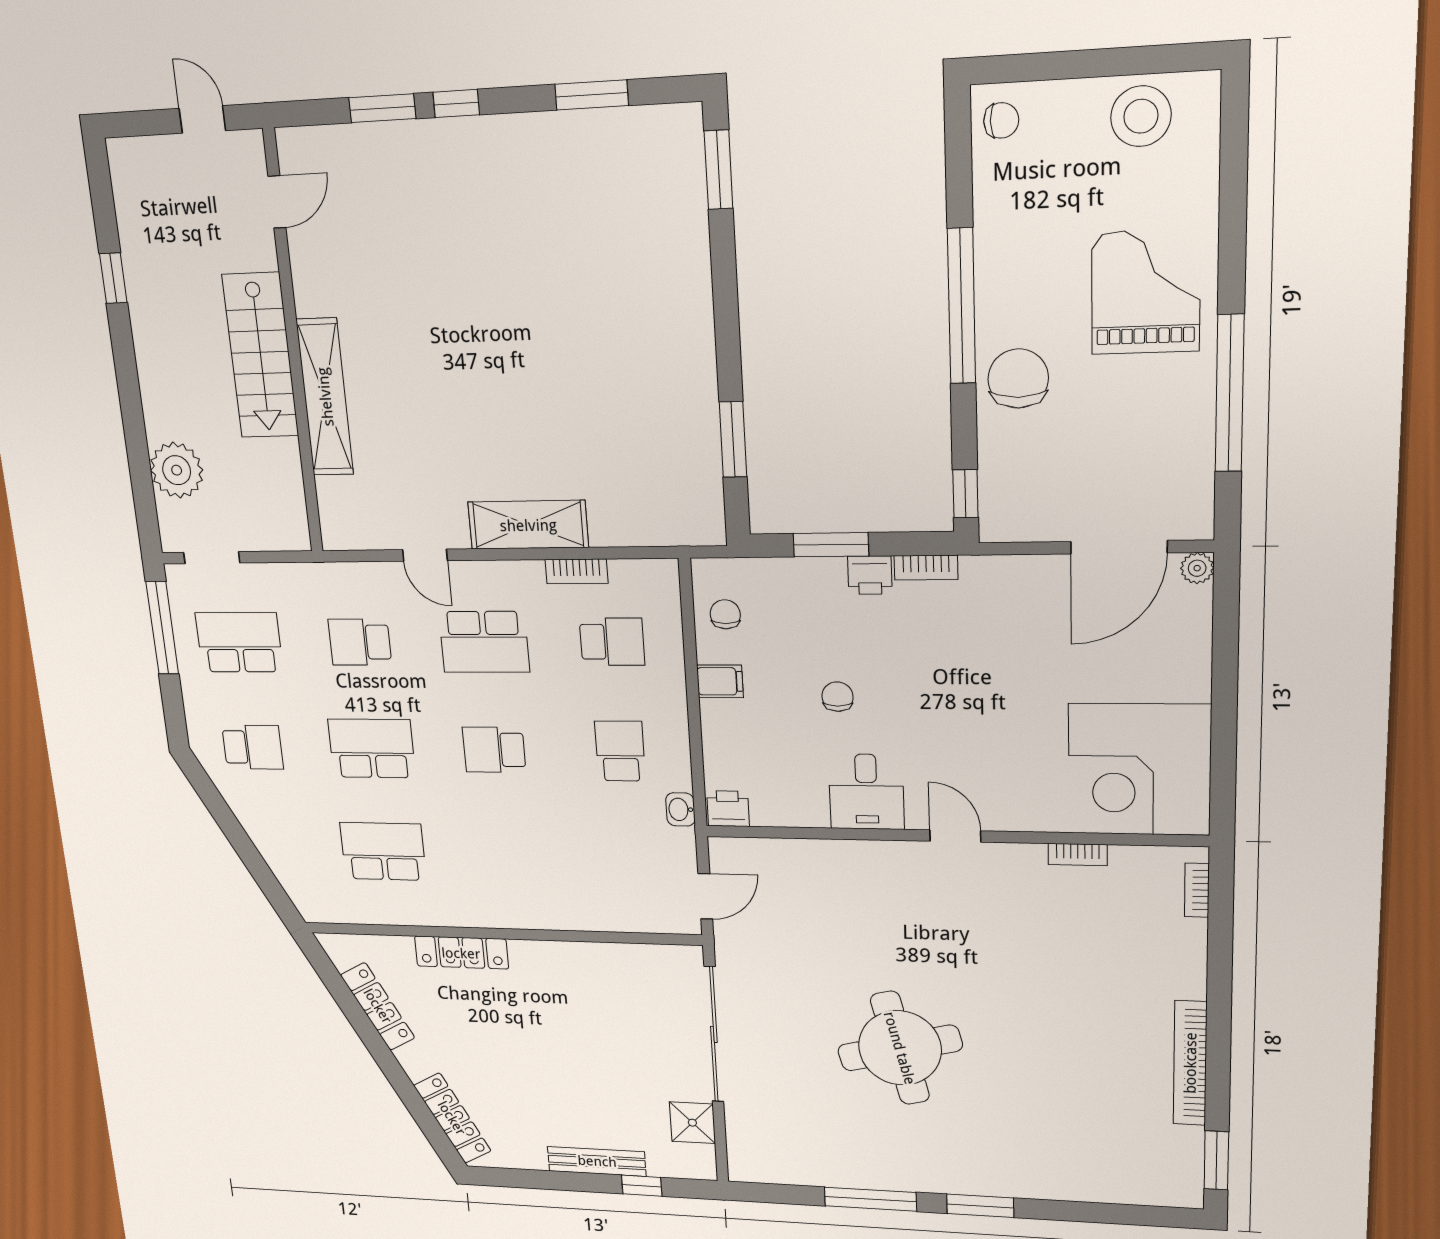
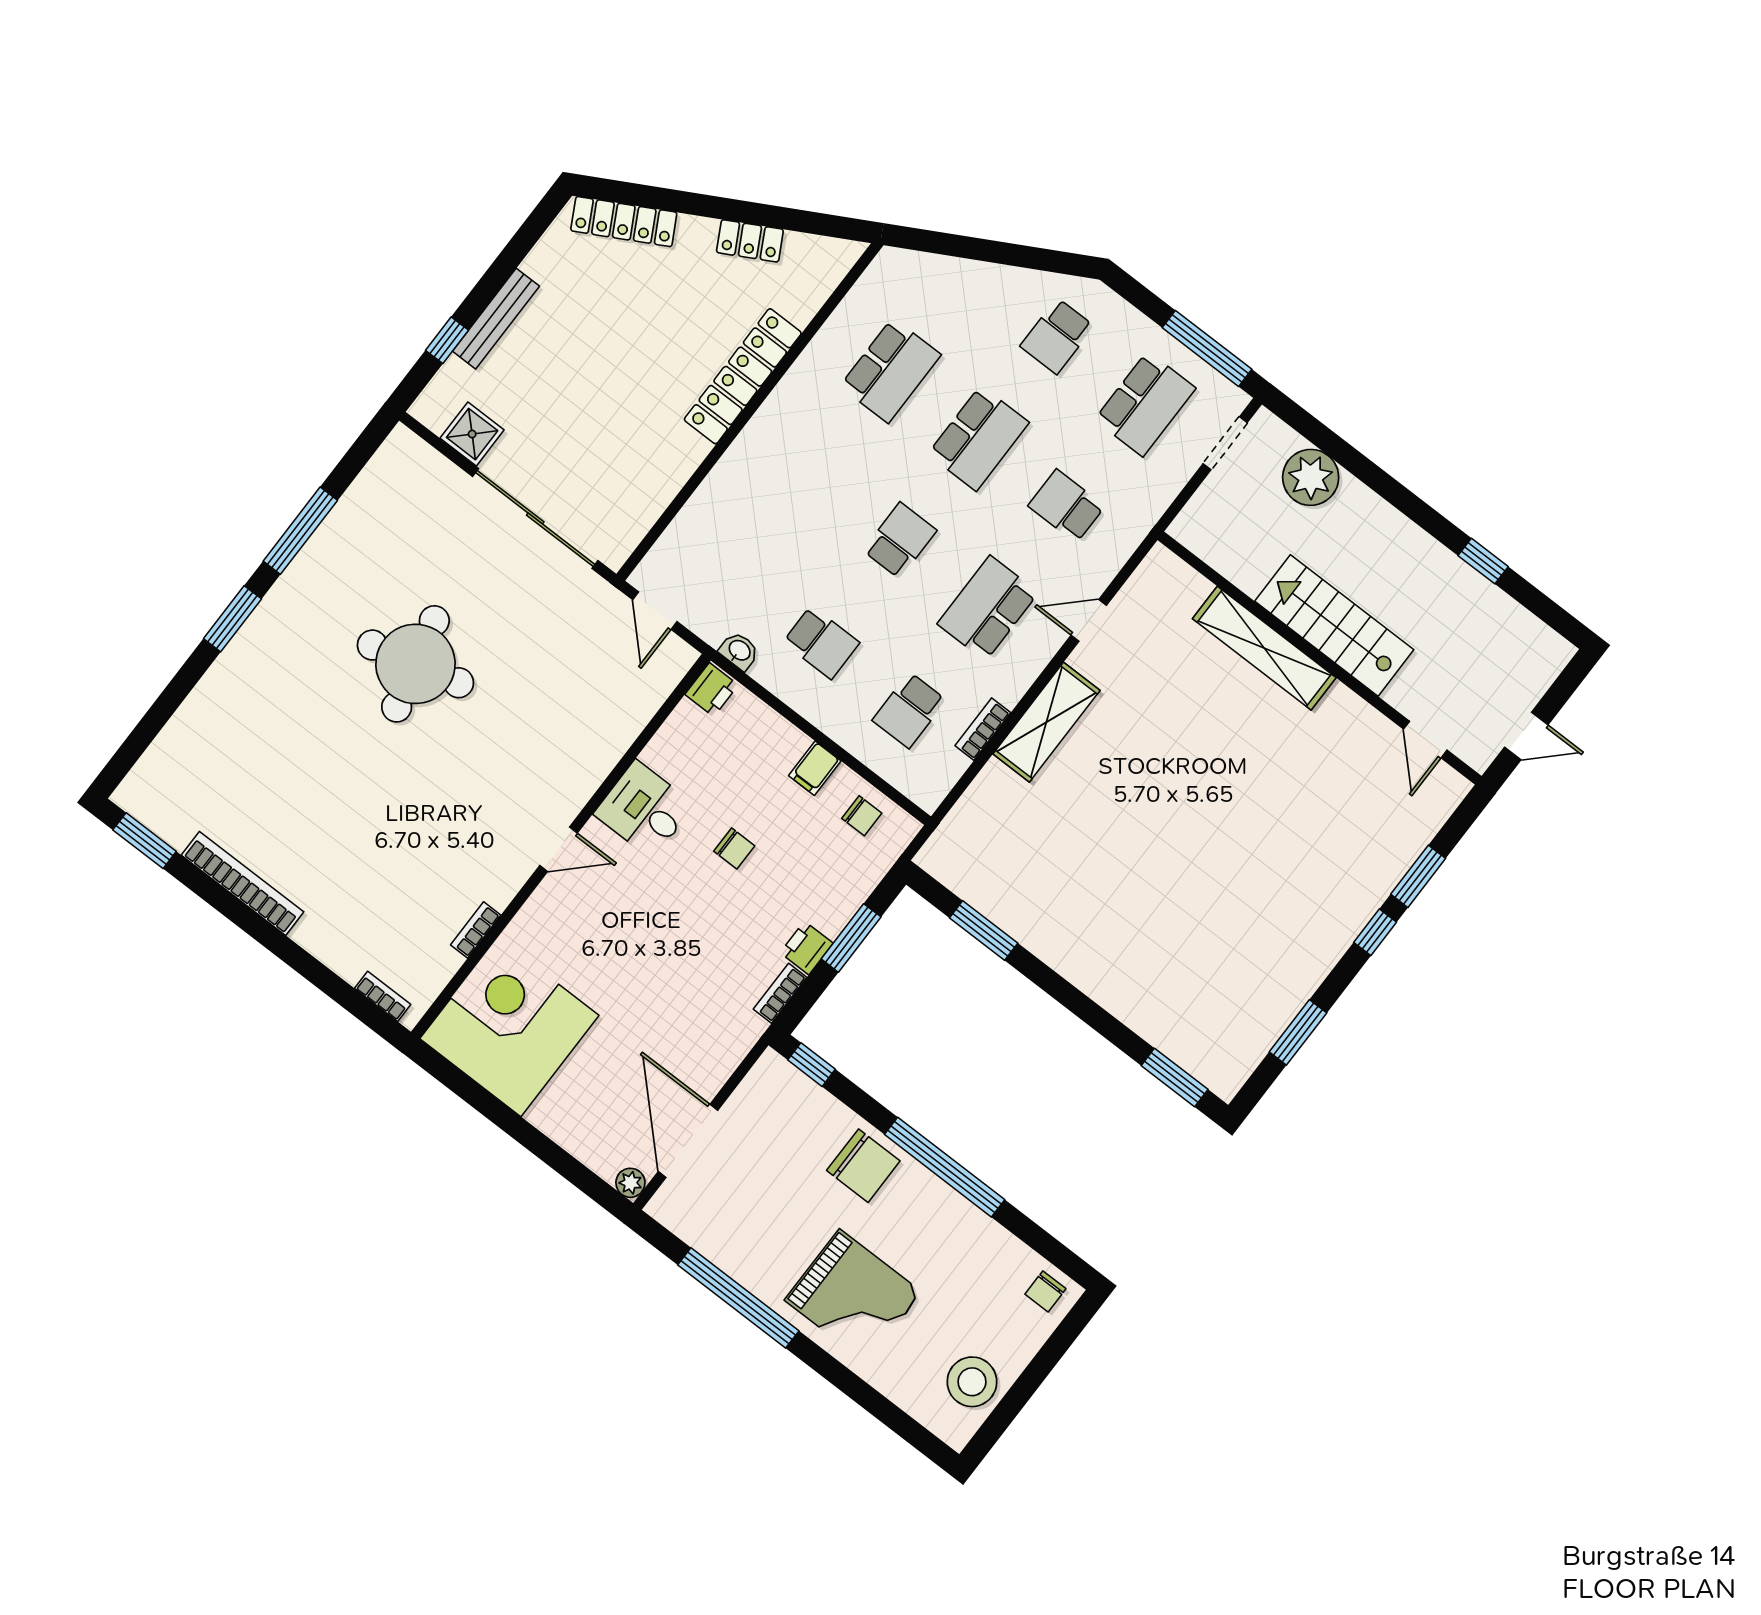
school desk: (360, 642) -> (1066, 506), turned -90
locker: (461, 953) -> (743, 376), width x1.41, depth x1.21
locker: (378, 1006) -> (750, 241), width x0.66

